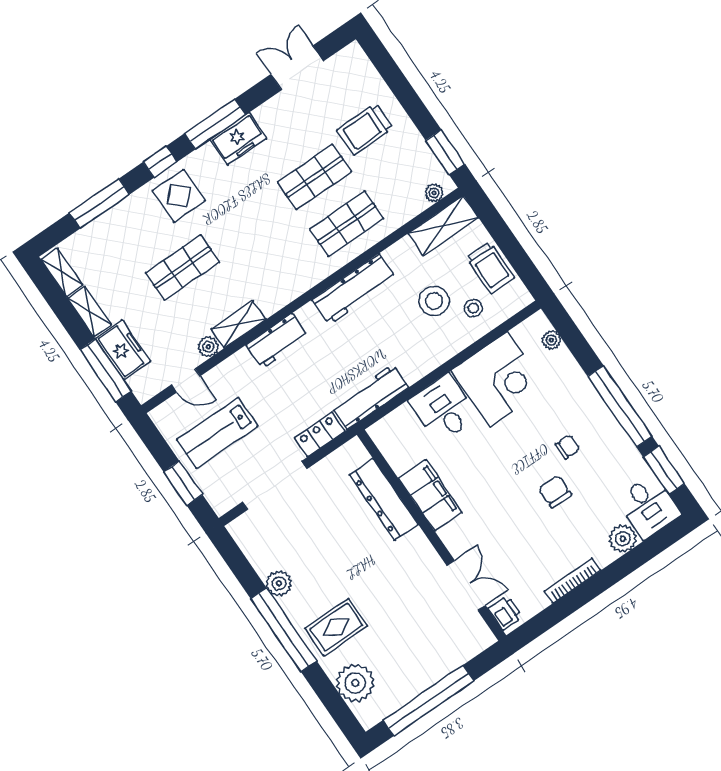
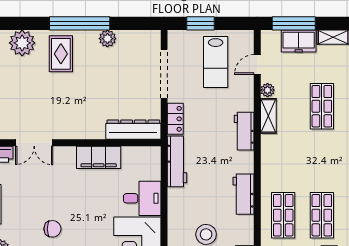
workbench: (354, 289) -> (244, 194), width x0.73
lab bench: (217, 433) -> (216, 62), turned 180
dresser: (384, 500) -> (133, 130), moved

